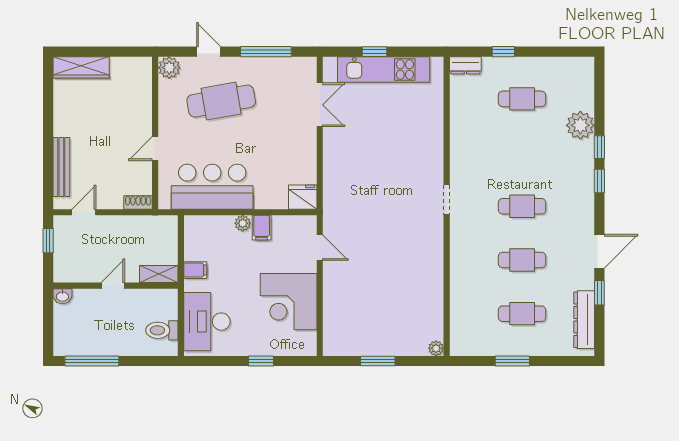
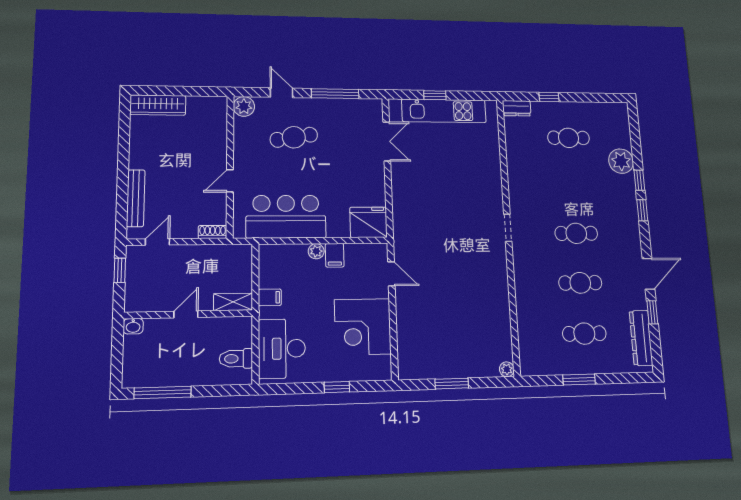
cafe table: (221, 101) -> (294, 137), width x0.73, depth x0.74
fridge: (303, 197) -> (369, 222), width x1.36, depth x1.34

